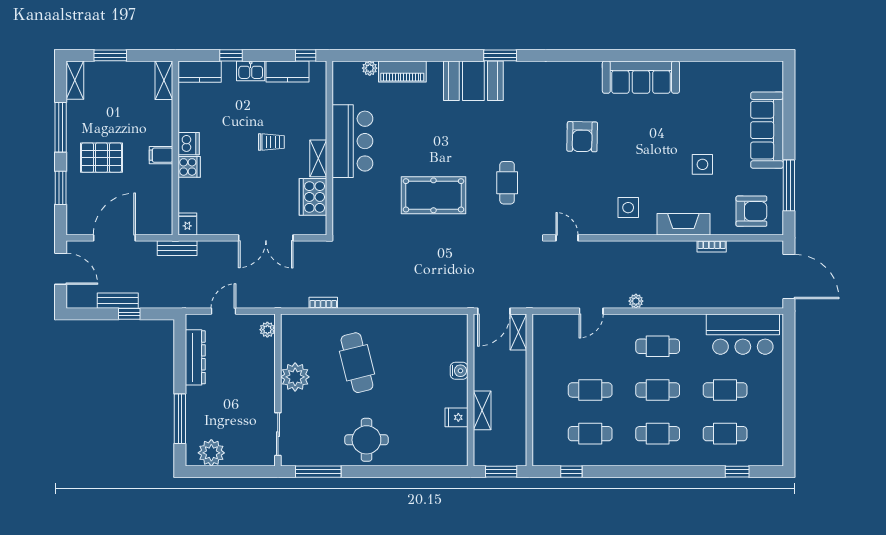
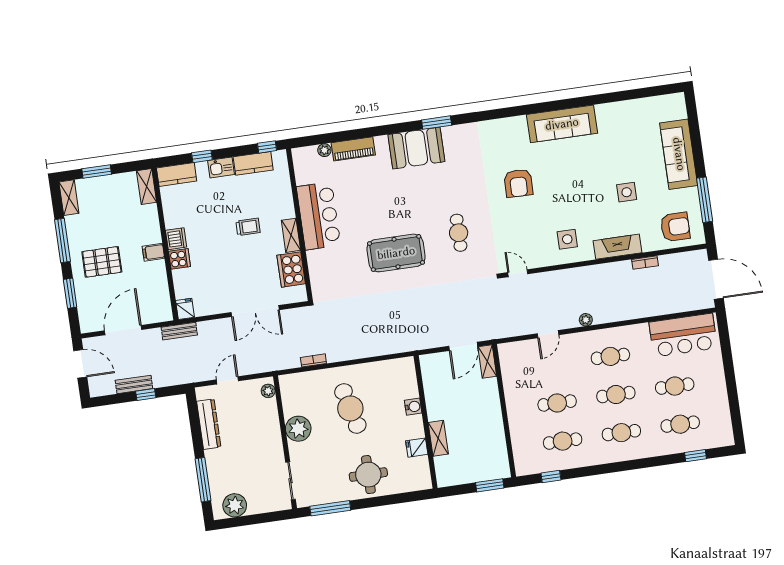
water cooler: (459, 371) -> (413, 407), moved
wall: (471, 390) -> (426, 422), moved
shelving: (482, 410) -> (438, 438), moved
fridge: (456, 417) -> (417, 448), moved

